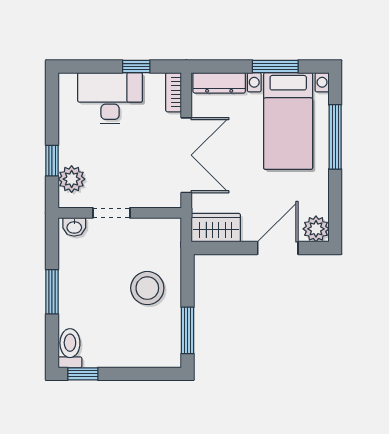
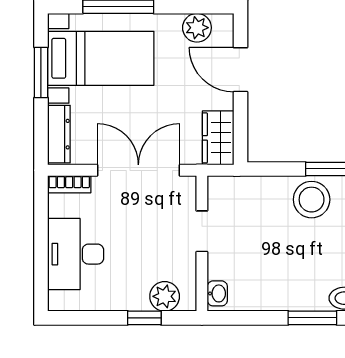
window: (136, 67) -> (41, 225), removed
doorway: (111, 213) -> (202, 231), moved
plant: (316, 229) -> (197, 28), moved
stool: (147, 288) -> (312, 200), moved
window: (52, 292) -> (312, 318), moved

